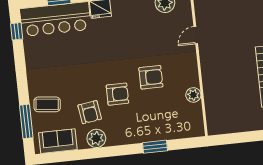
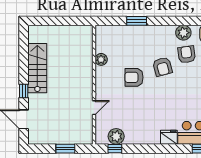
armchair: (117, 94) -> (162, 67), turned -105

